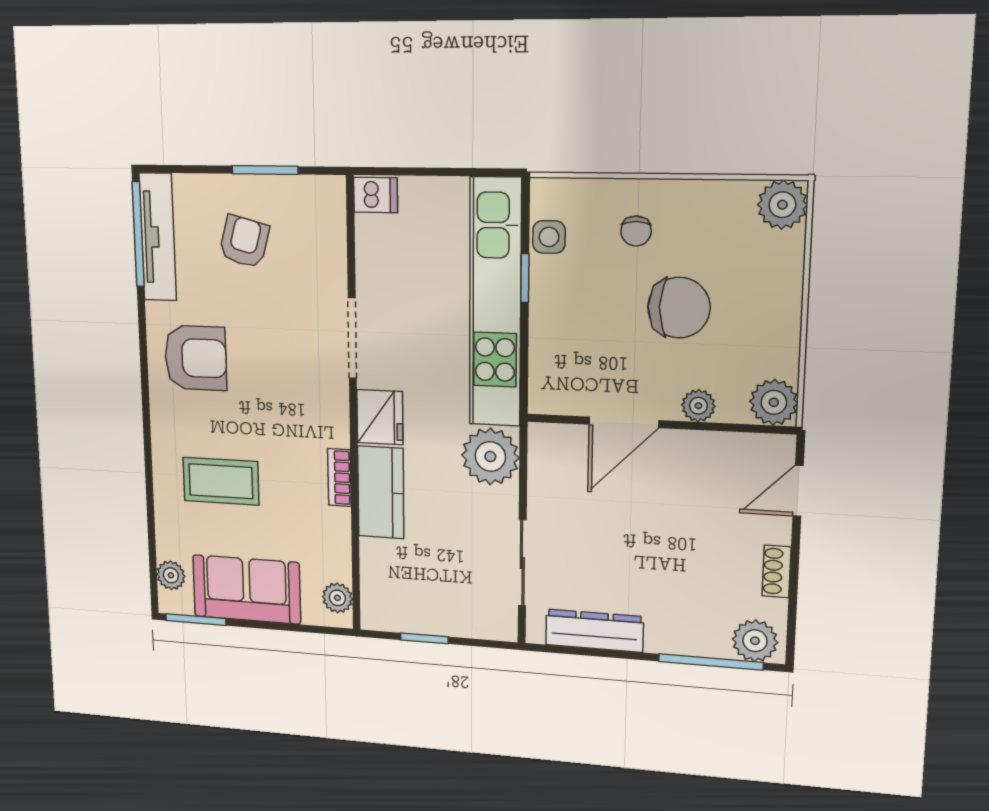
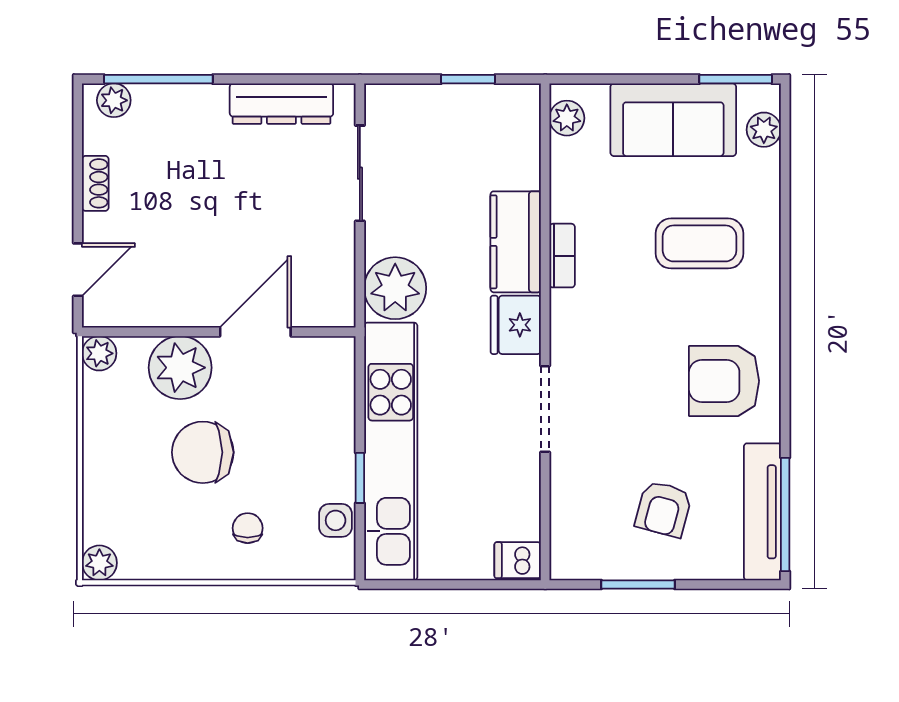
plant: (782, 205) -> (99, 563), width x0.73, depth x0.73
plant: (774, 402) -> (99, 353), width x0.73, depth x0.73
plant: (698, 406) -> (180, 368), width x1.88, depth x1.88
plant: (755, 641) -> (114, 100), width x0.73, depth x0.73

